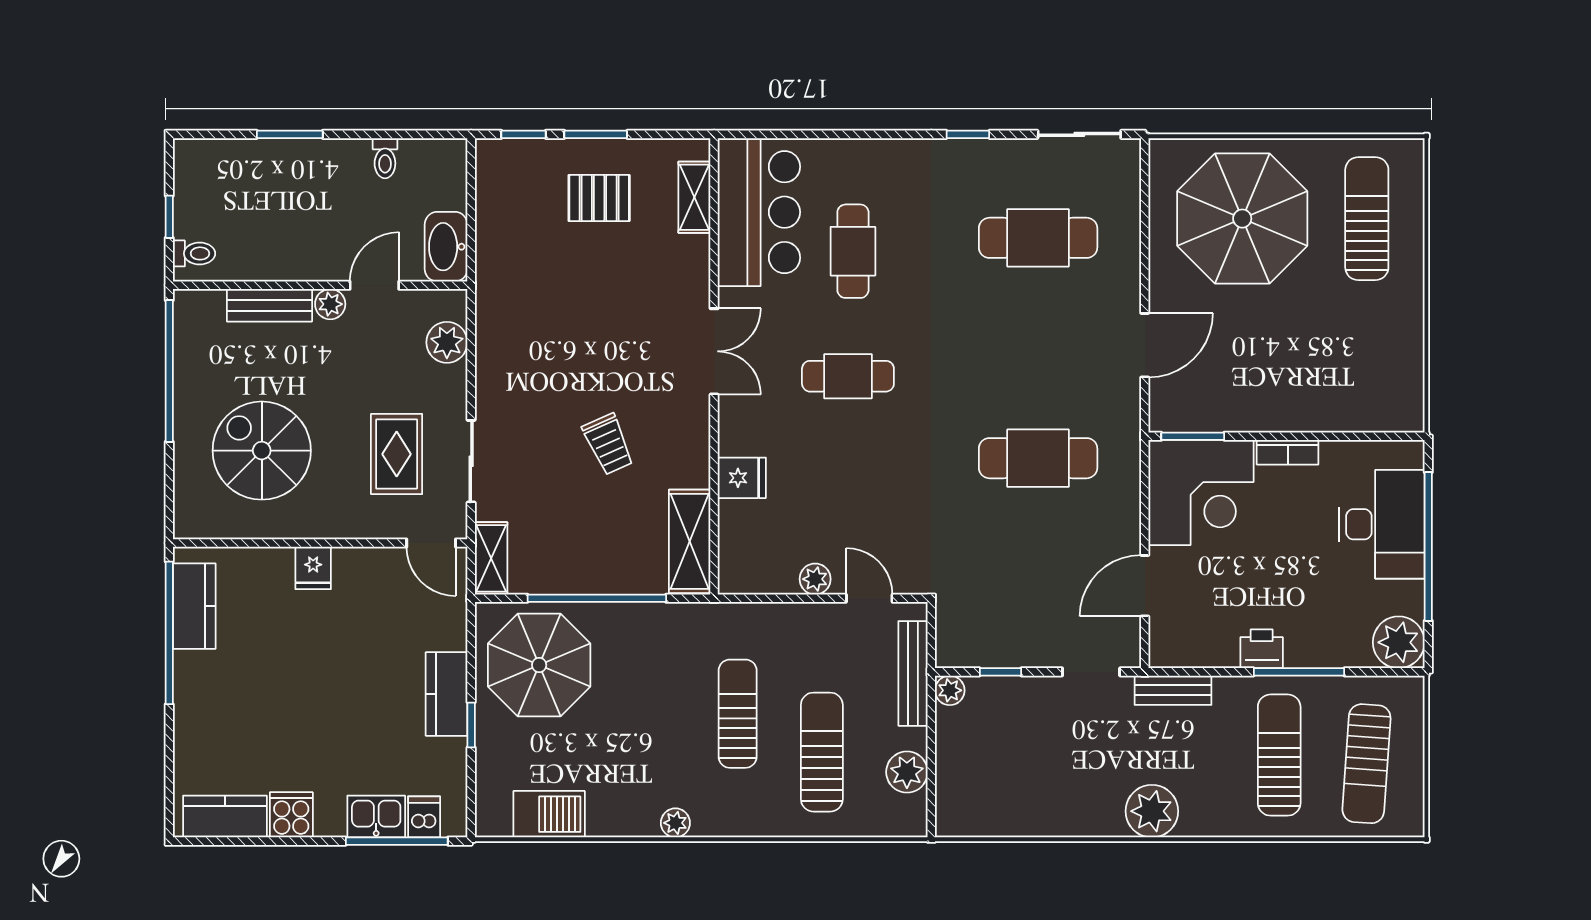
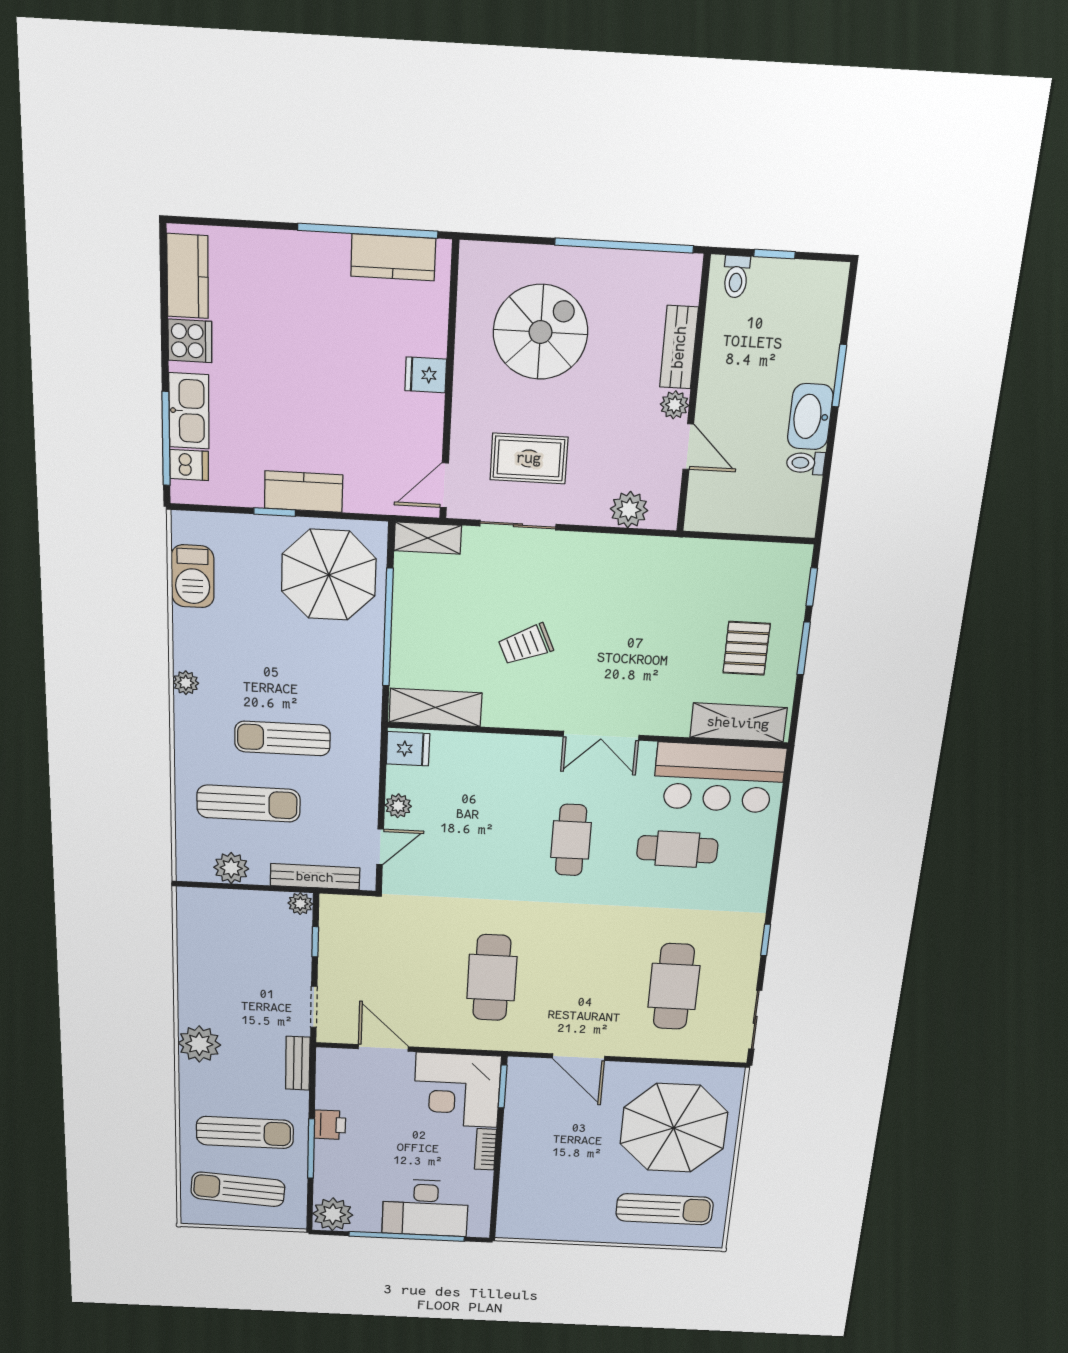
shelving: (694, 197) -> (738, 723), width x1.50, depth x1.33
washbasin: (446, 247) -> (810, 417), moved, turned -90
fridge: (742, 478) -> (408, 749), moved, turned -90
sun lounger: (738, 714) -> (282, 738), turned 180
kitchen sink: (376, 817) -> (189, 411), width x1.38

